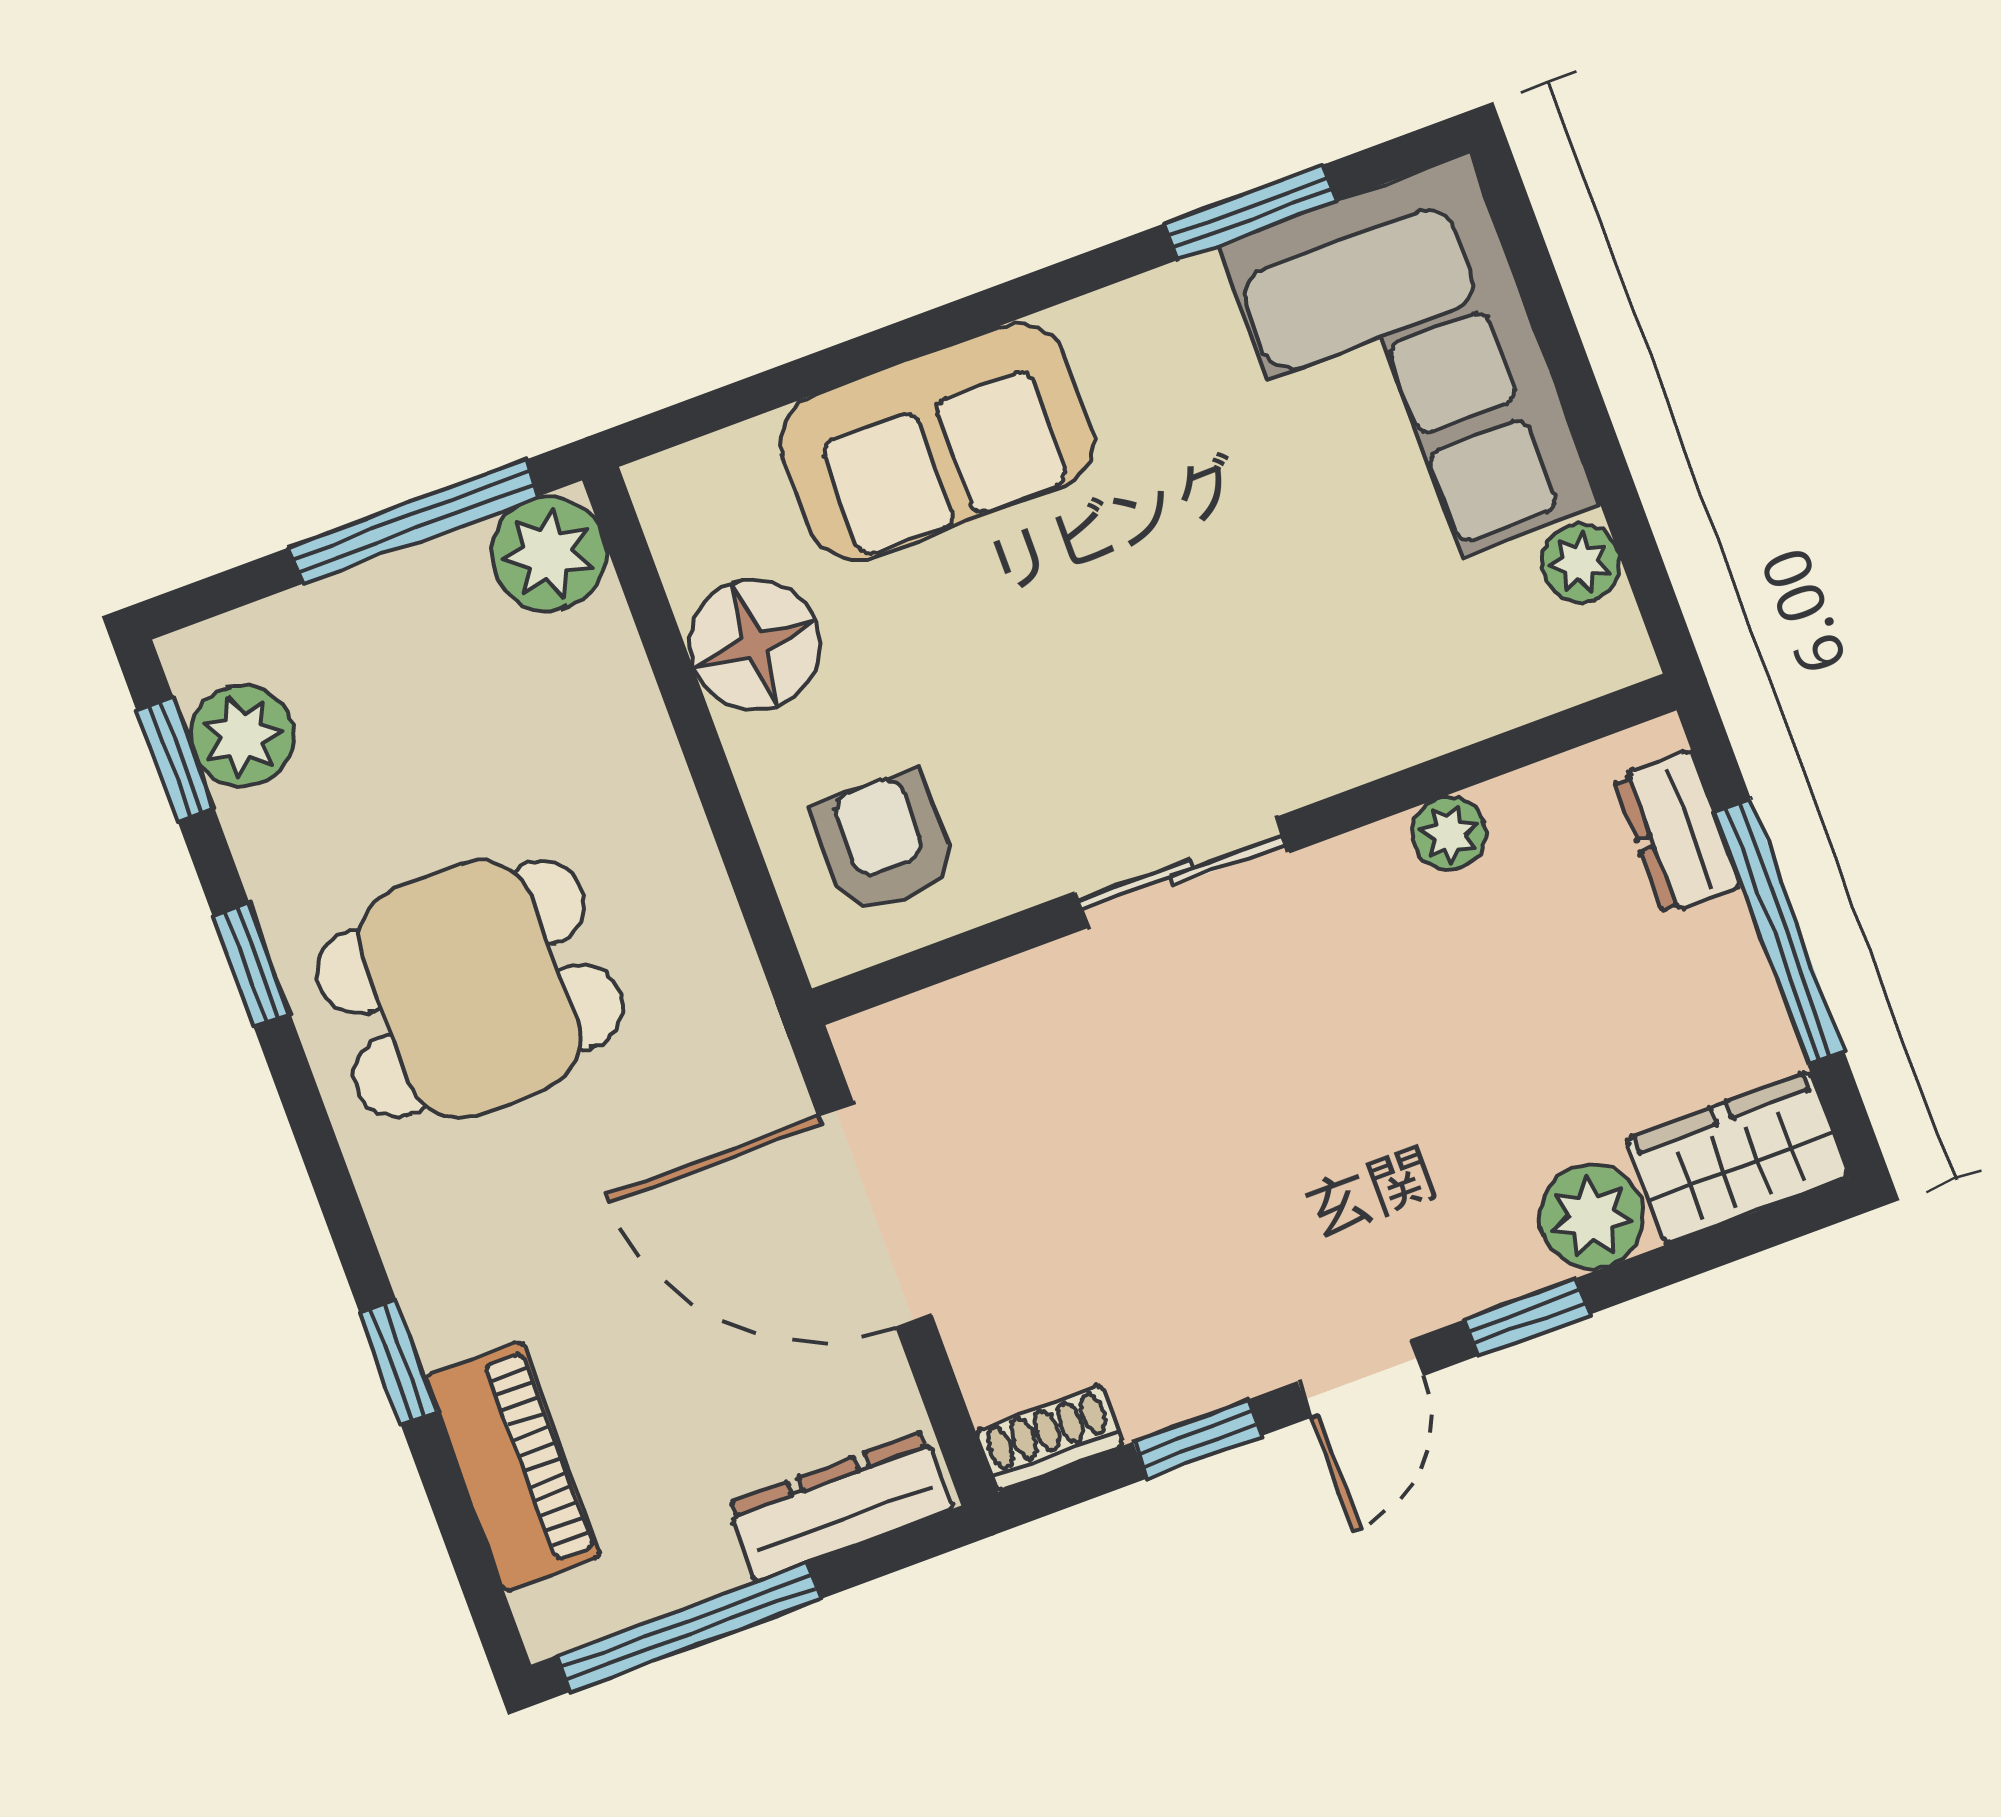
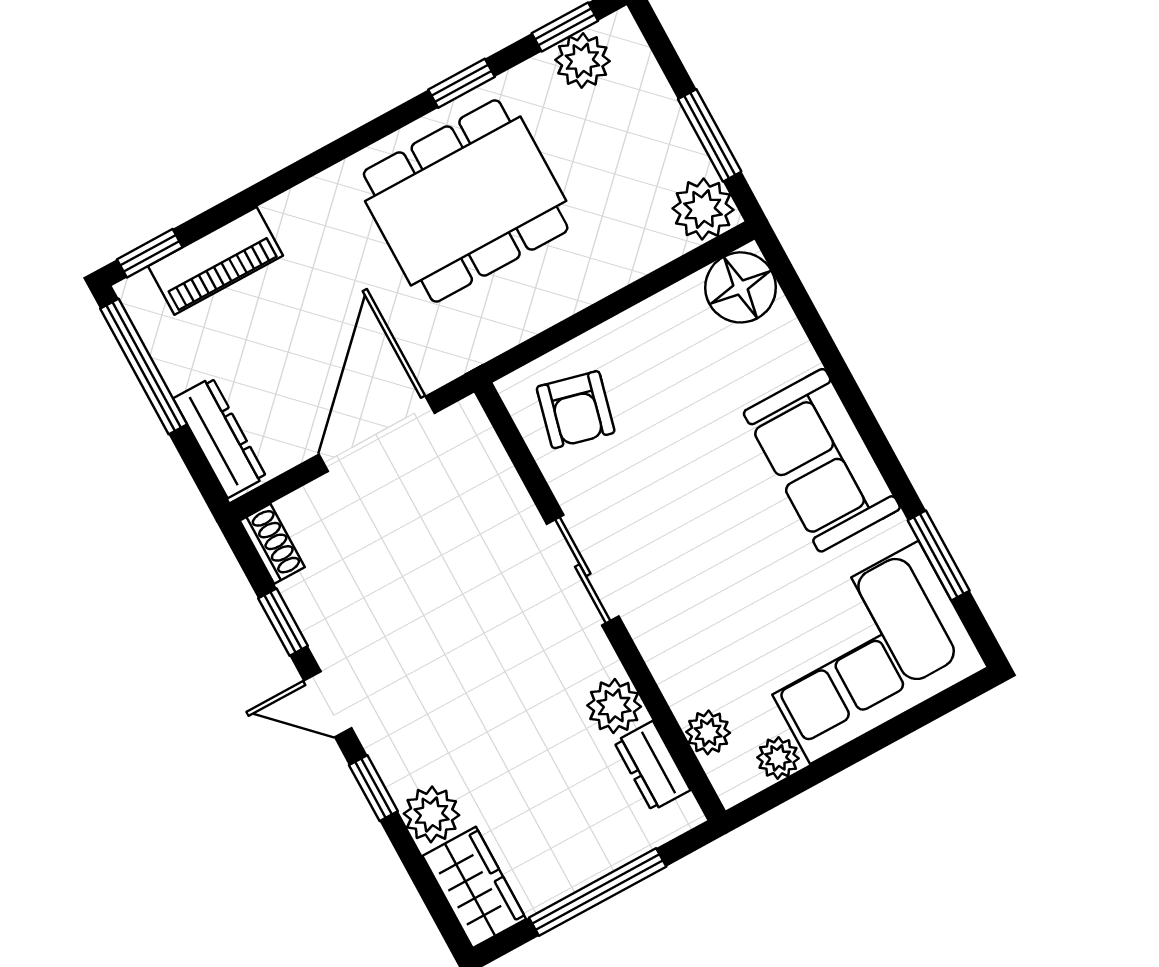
sofa: (937, 442) -> (822, 460), moved
window: (414, 522) -> (710, 135), width x0.69
floor lamp: (754, 645) -> (741, 287), moved
plant: (1515, 685) -> (708, 732), added
dresser: (1677, 832) -> (652, 766), moved, turned -90
plant: (1449, 834) -> (614, 706), width x1.38, depth x1.38
armchair: (884, 842) -> (576, 410), turned 104
dining table: (470, 989) -> (466, 201), width x1.38
window: (398, 1362) -> (150, 253), moved

